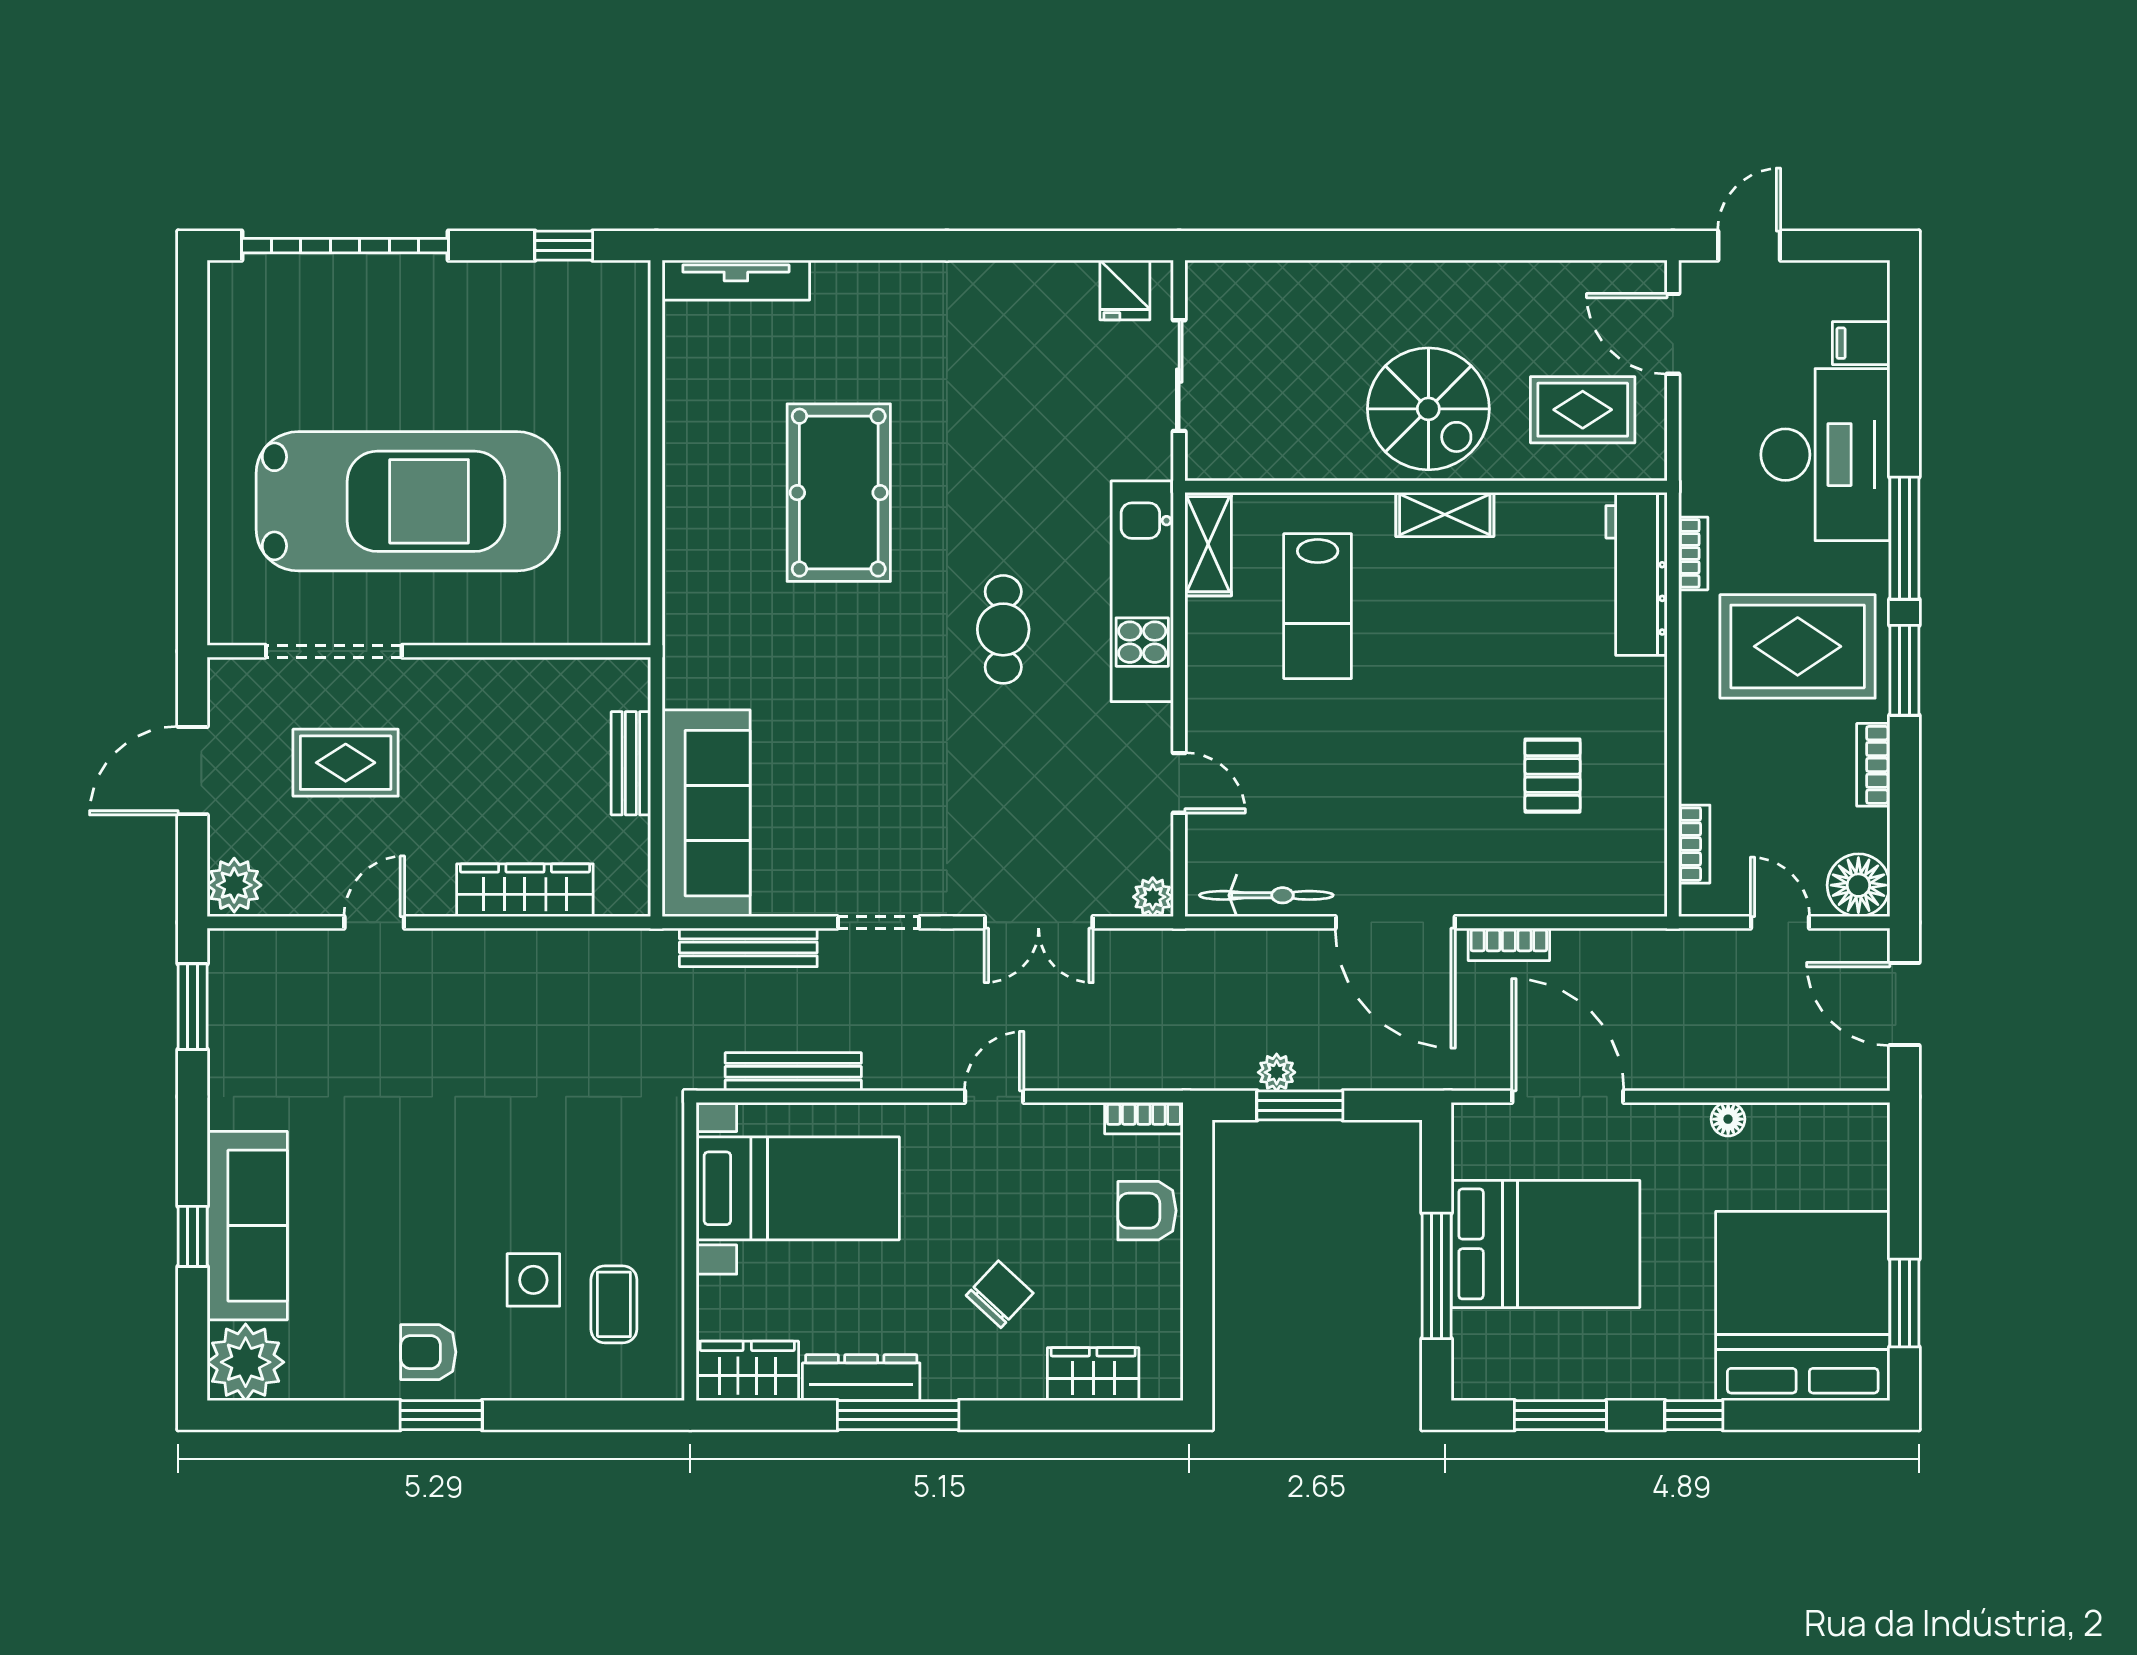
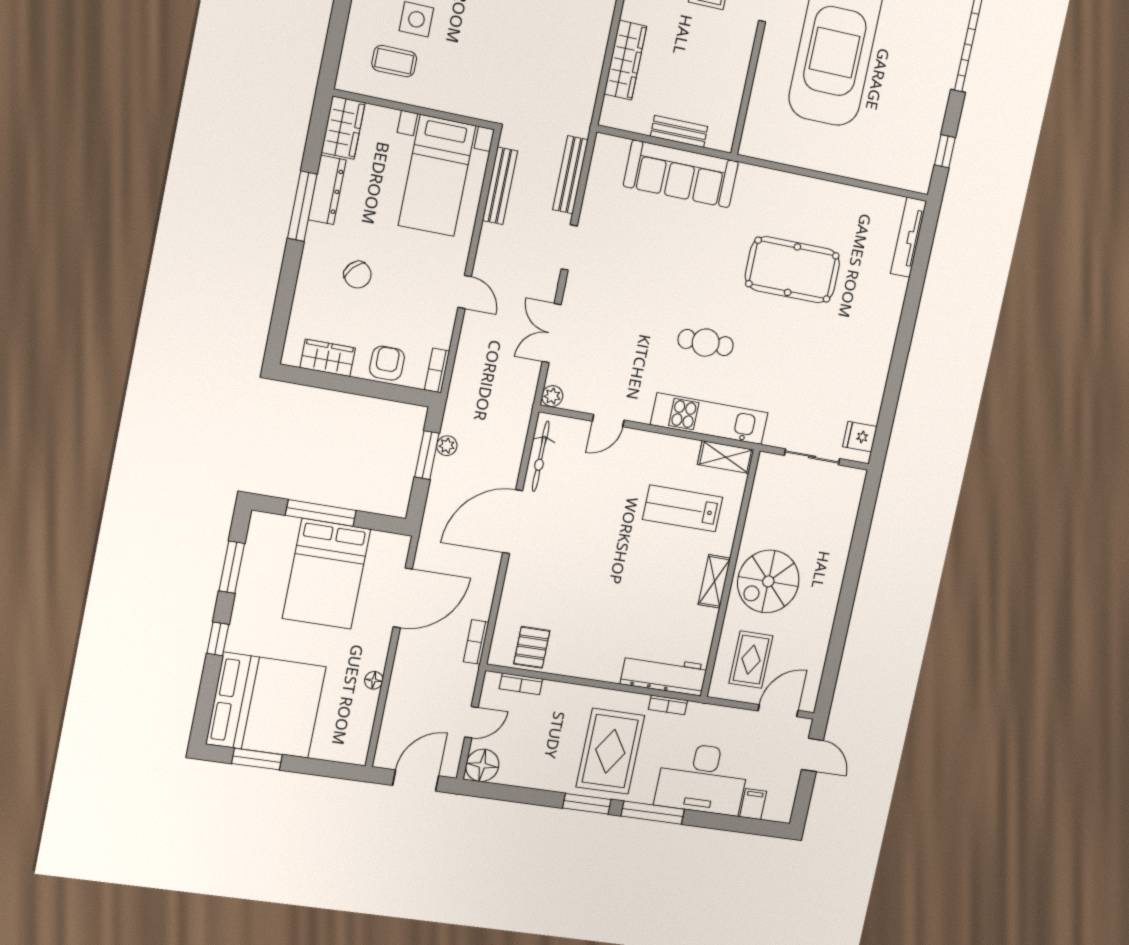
bookcase: (1873, 765) -> (542, 781), removed
pallet: (1552, 776) -> (532, 647), moved, turned 90
sofa: (706, 813) -> (681, 174), moved
bookcase: (1509, 944) -> (476, 642), moved
wardrobe: (1093, 1374) -> (328, 358), moved, turned -90

